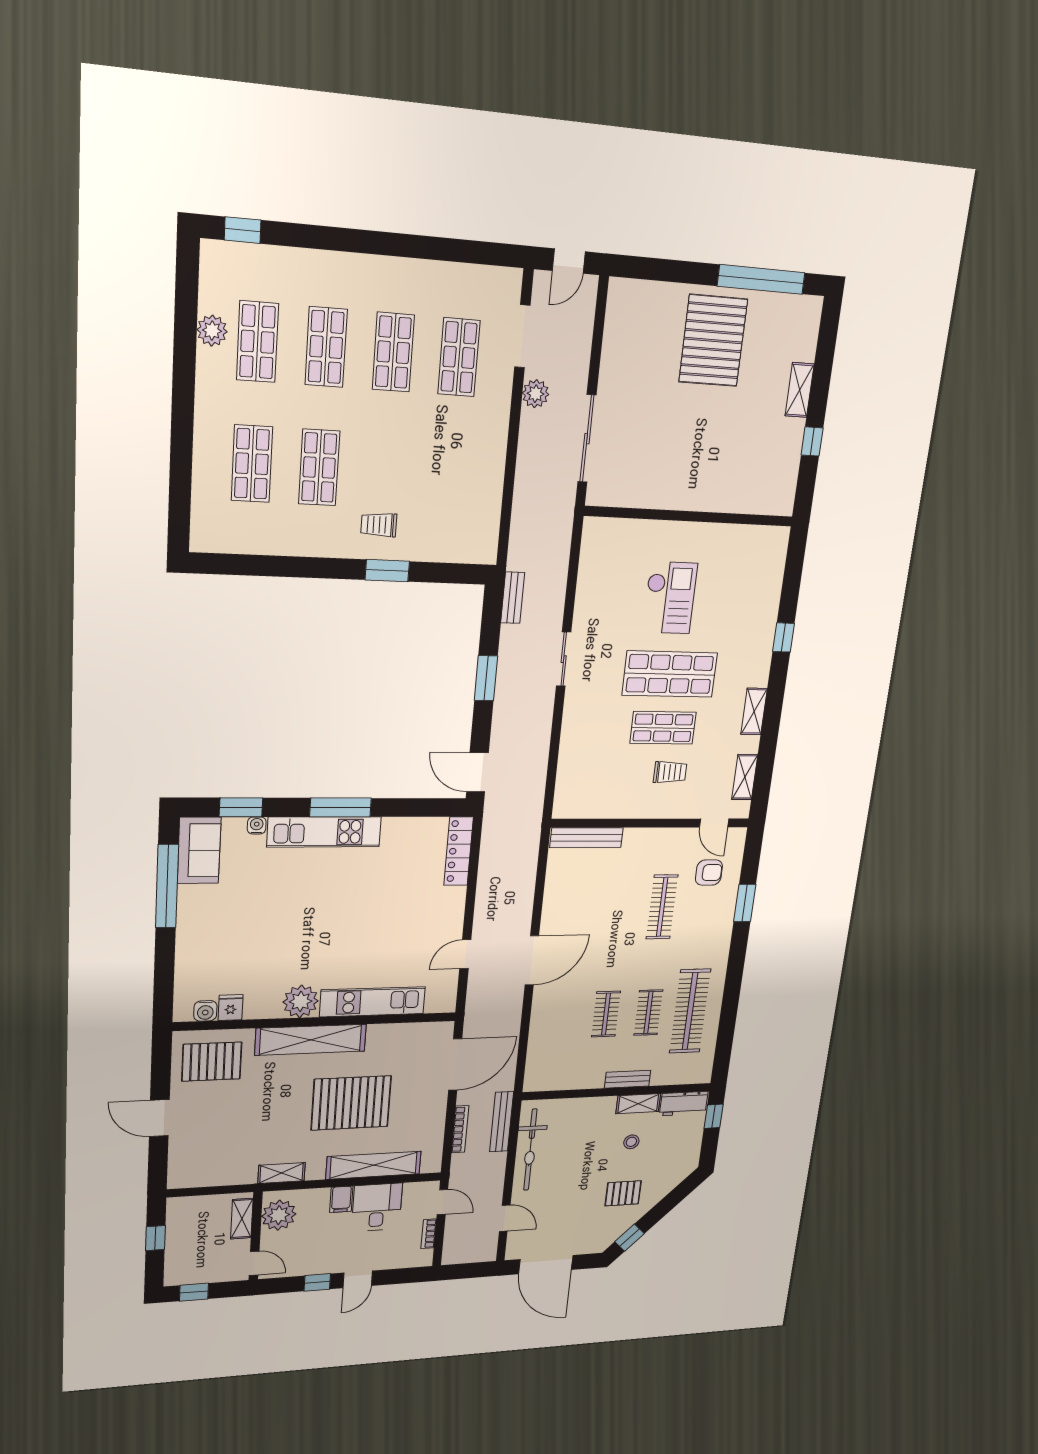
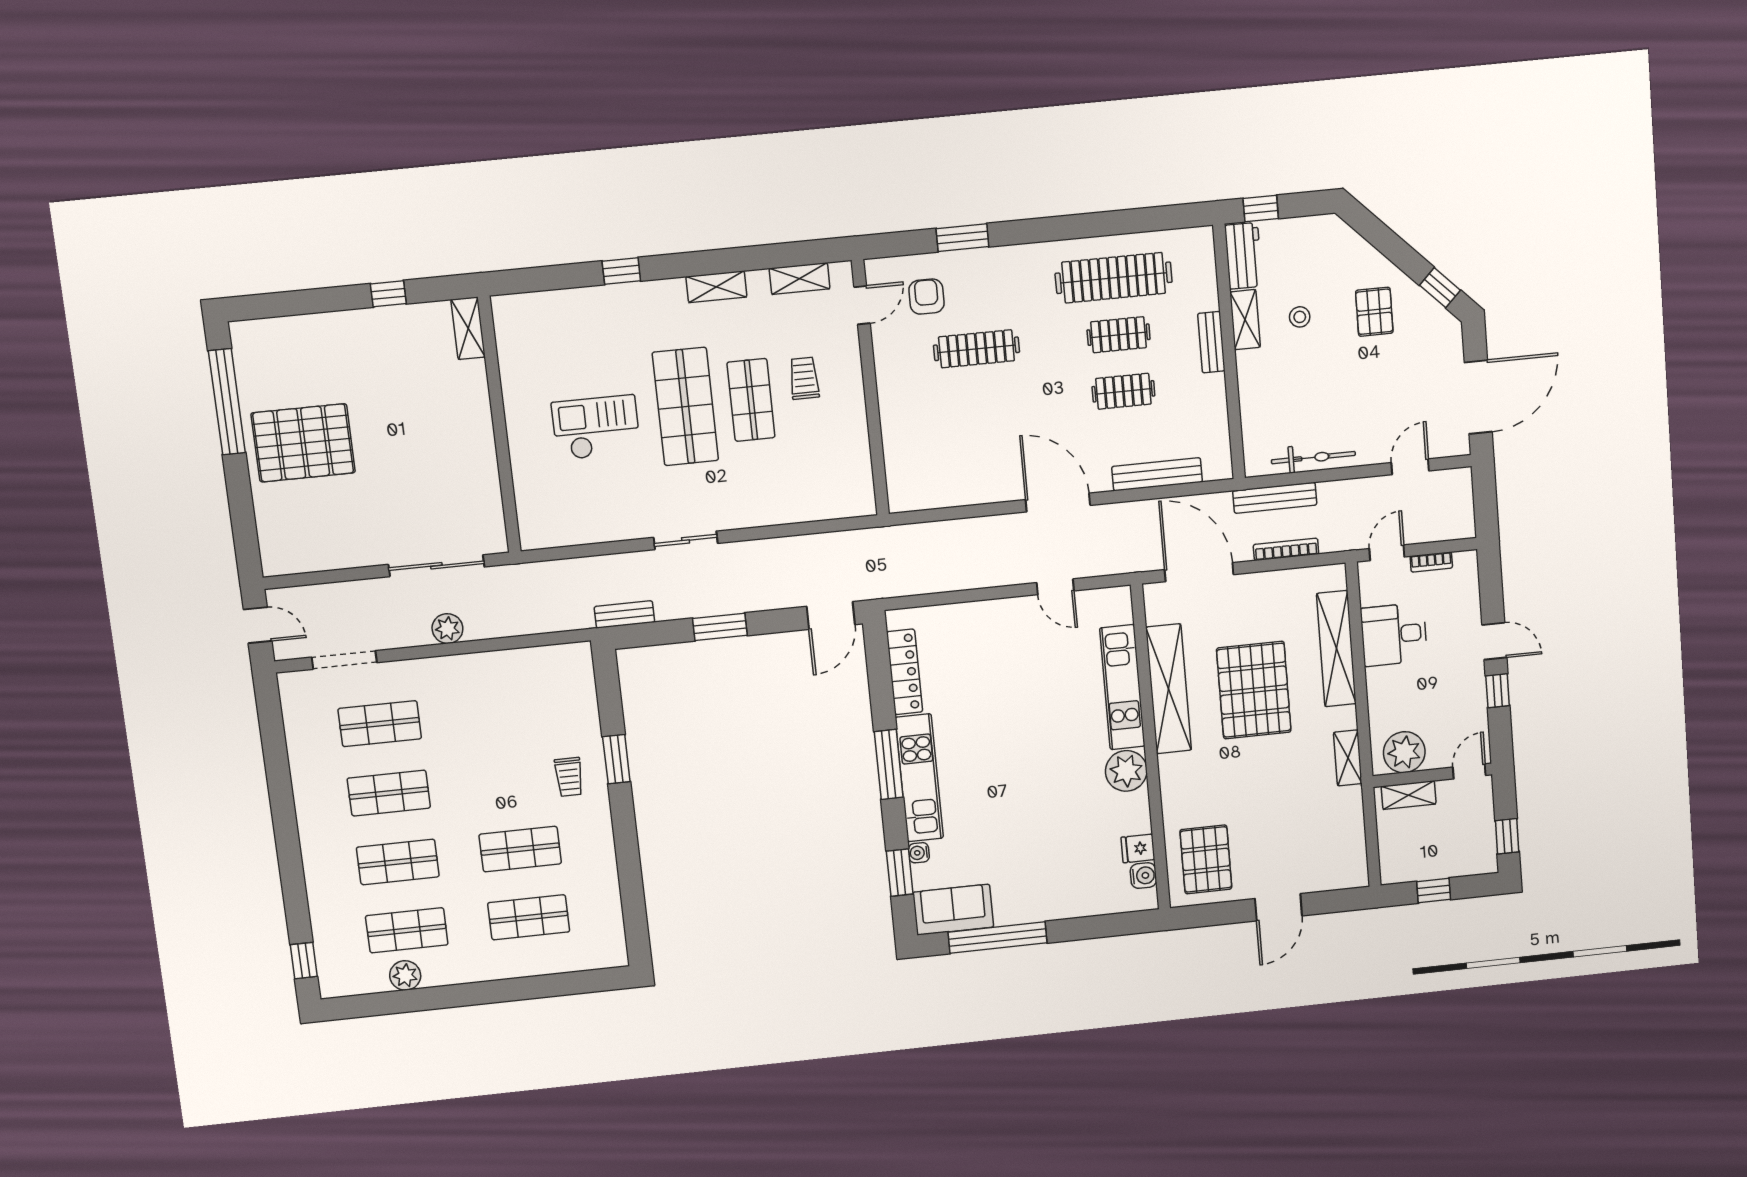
shelving: (800, 390) -> (468, 328), moved, turned 90
plant: (536, 394) -> (447, 629), moved
bench: (587, 838) -> (1157, 474), moved, turned 90
locker: (459, 851) -> (905, 672), moved, turned -90
shelving: (311, 1040) -> (1169, 689), moved
bicycle: (530, 1150) -> (1313, 458), width x0.73, depth x0.71
filing cabinet: (341, 1199) -> (1383, 680), removed

